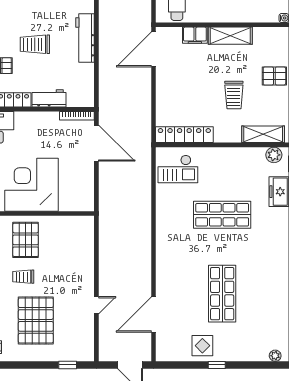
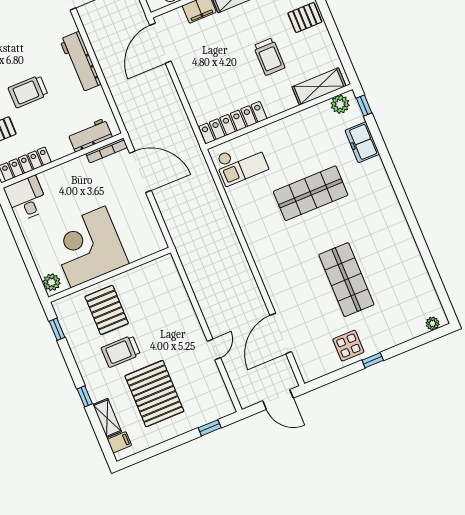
workbench: (49, 98) -> (90, 135), moved
trolley: (23, 277) -> (121, 351), width x1.36, depth x1.39

